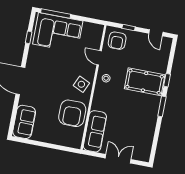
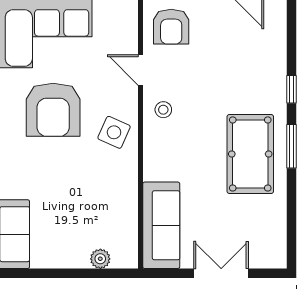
pool table: (145, 82) -> (250, 154), moved, turned 90
armchair: (72, 113) -> (53, 110), moved
plant: (64, 141) -> (100, 259), added

